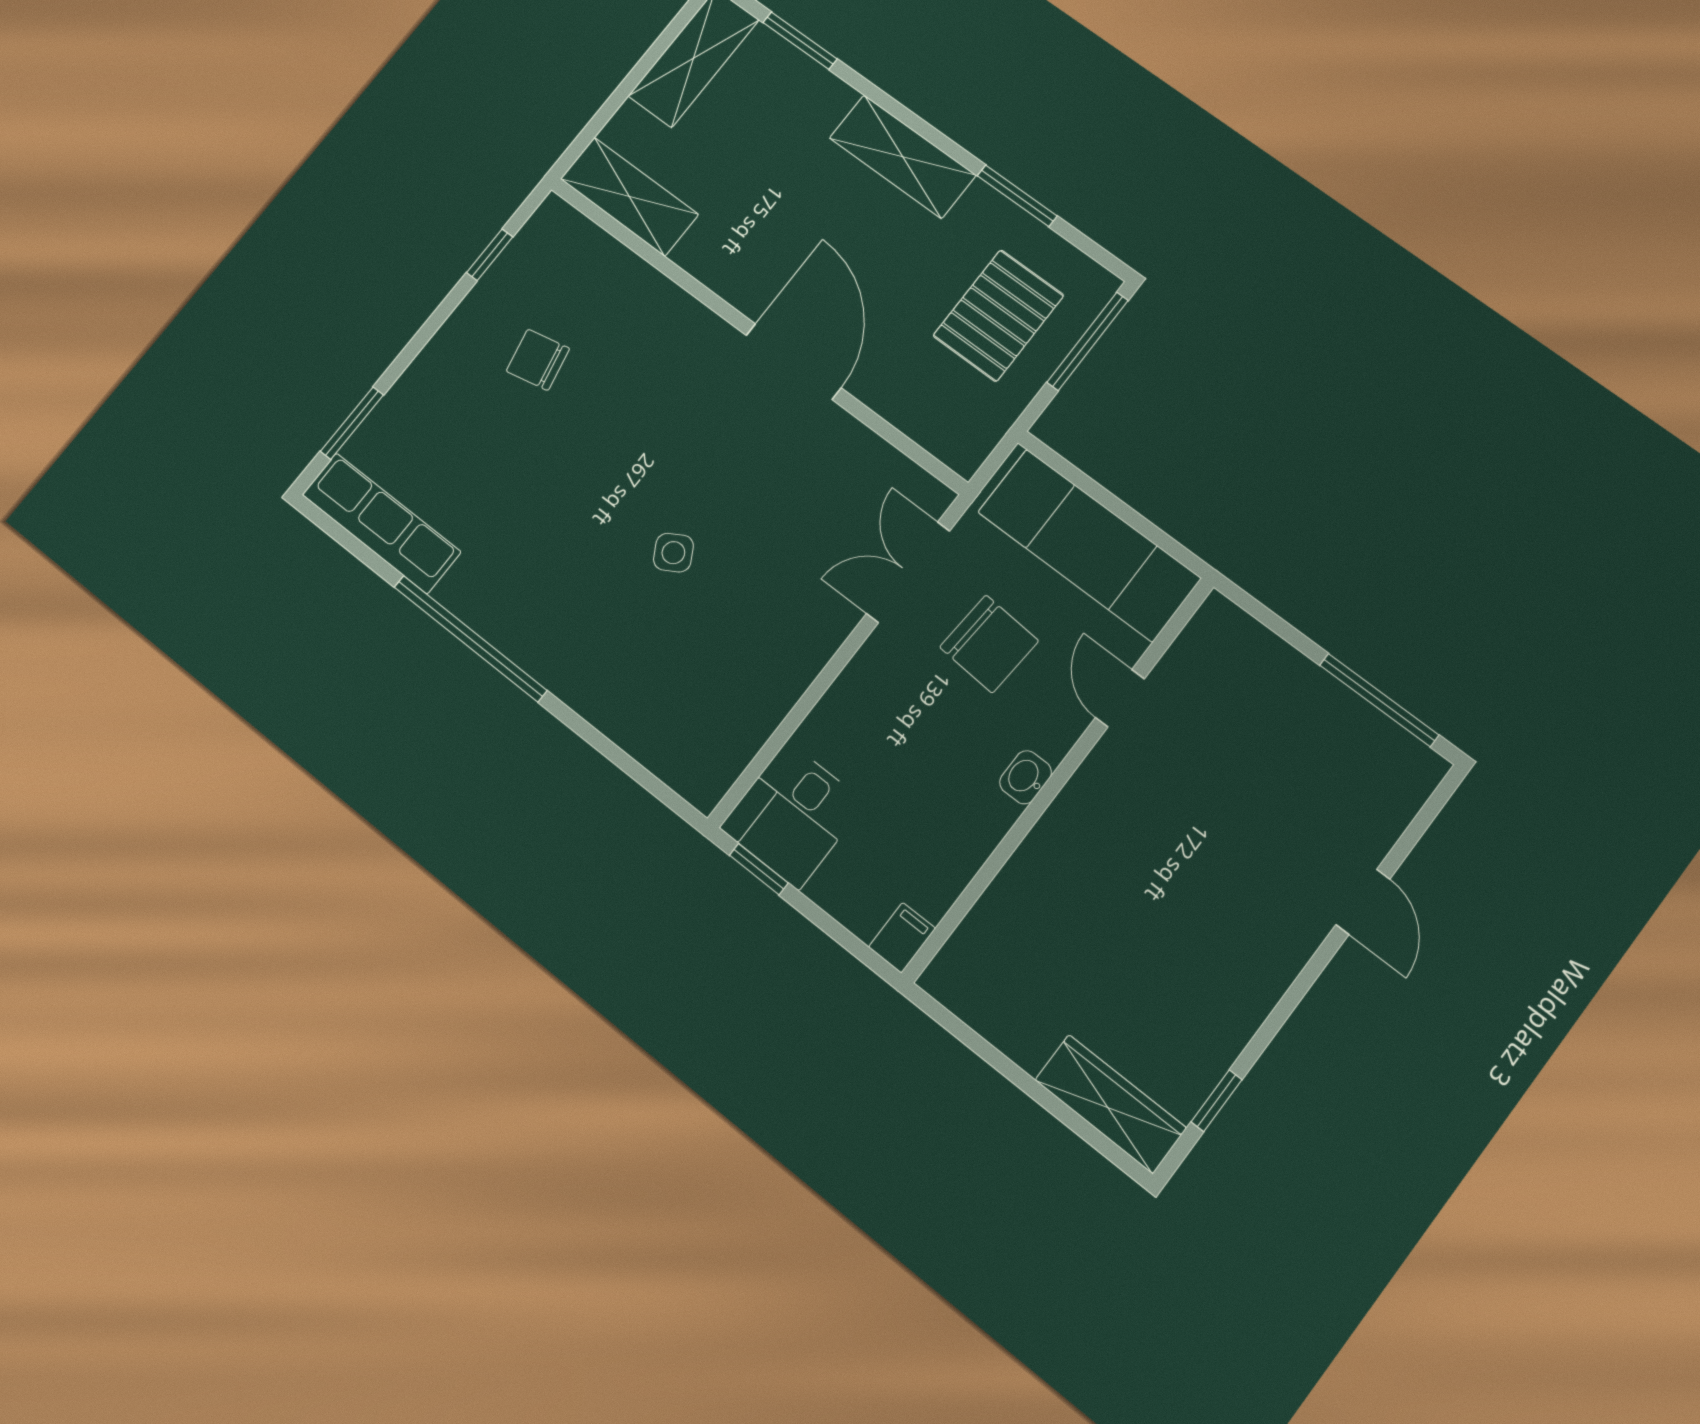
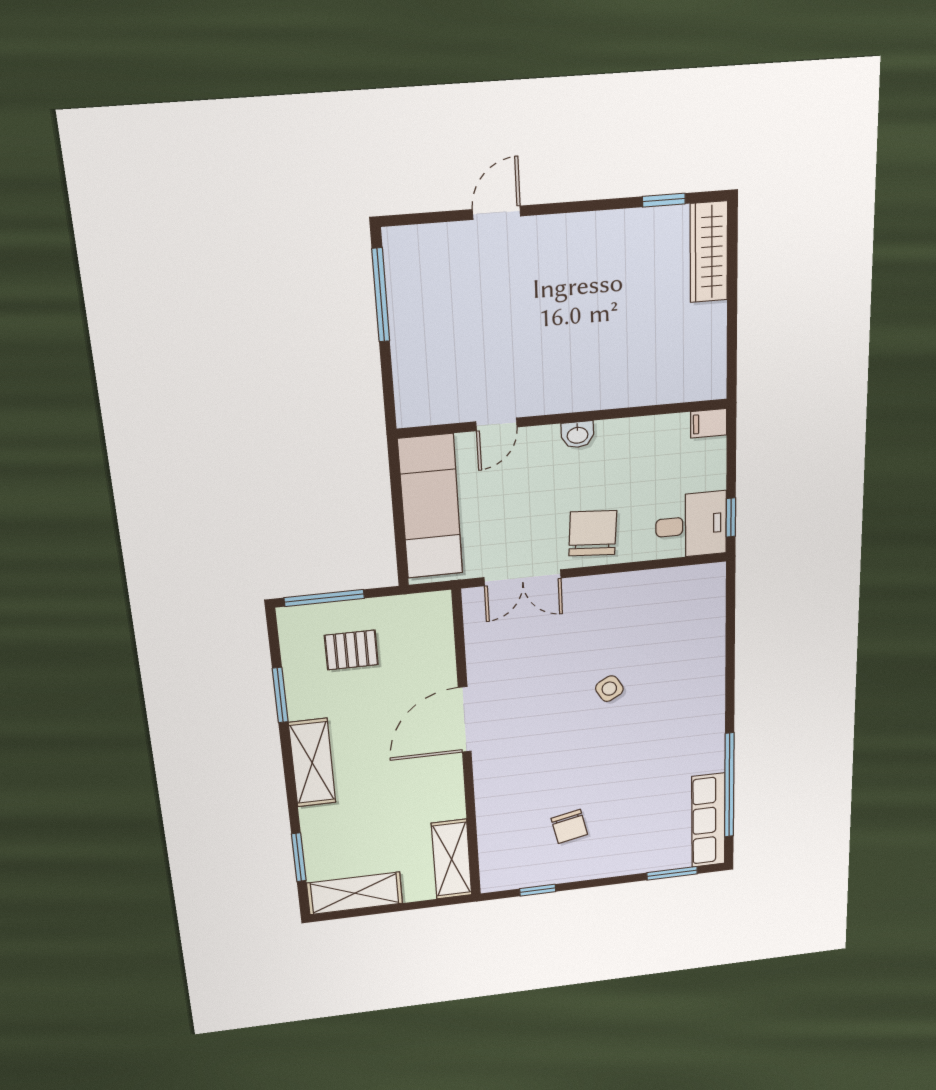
pallet: (998, 316) -> (351, 650), width x0.67, depth x0.71
window: (470, 639) -> (729, 785), moved
chair: (989, 644) -> (593, 533), moved

